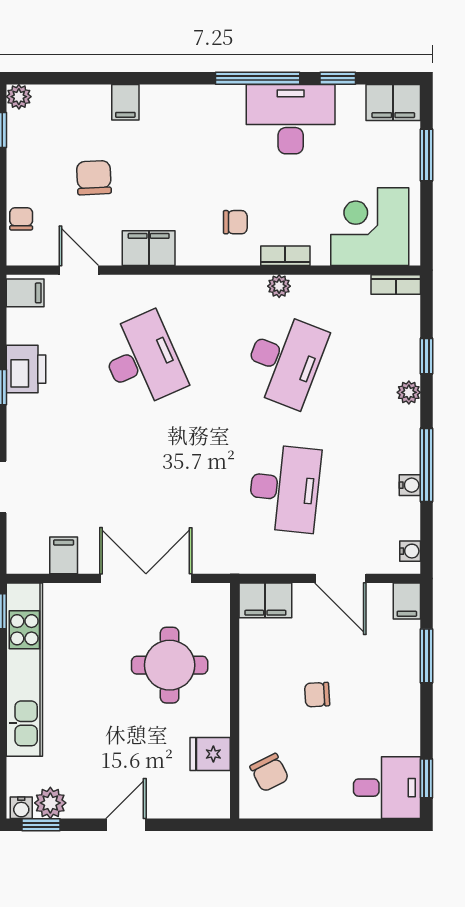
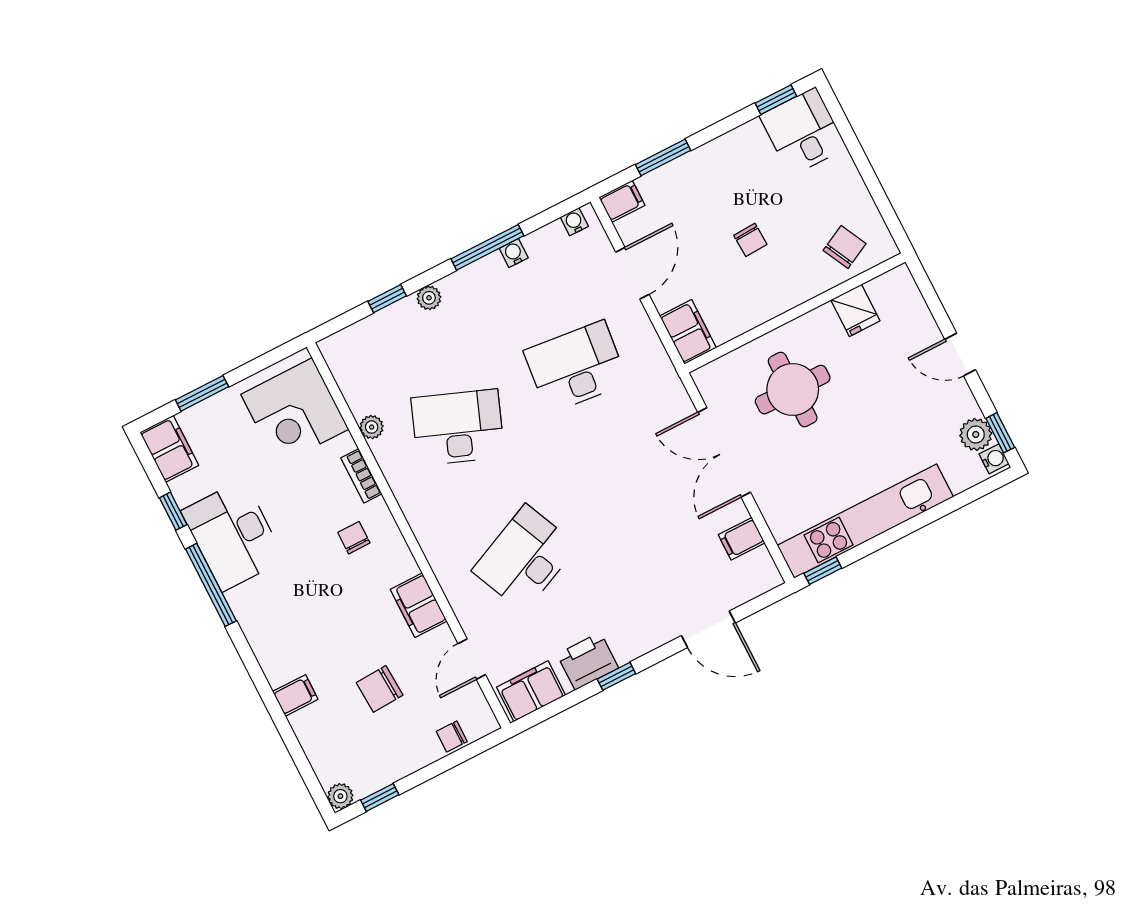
bookcase: (396, 285) -> (336, 361), removed
plant: (279, 286) -> (372, 427), moved
filing cabinet: (25, 293) -> (531, 691), width x2.00

